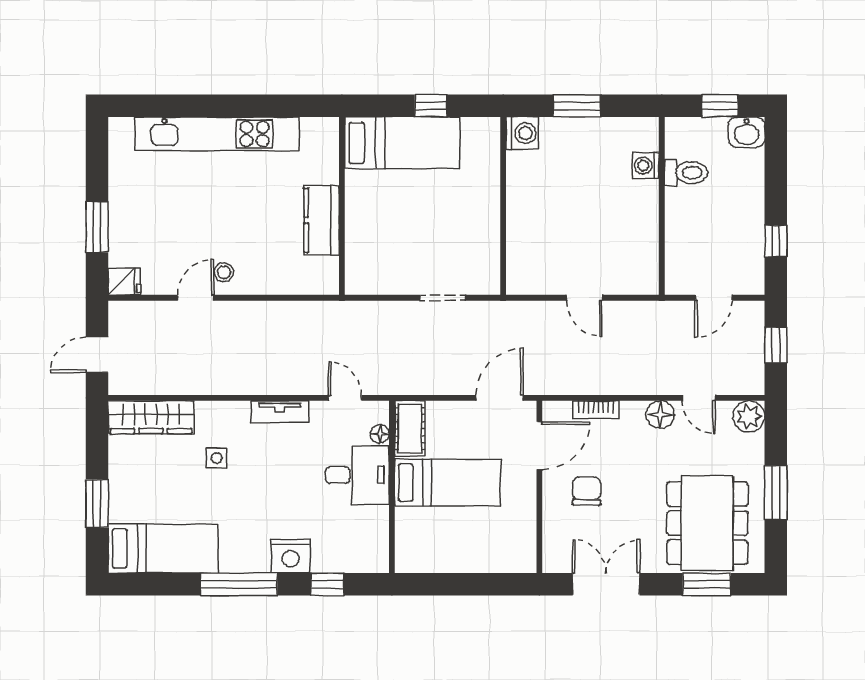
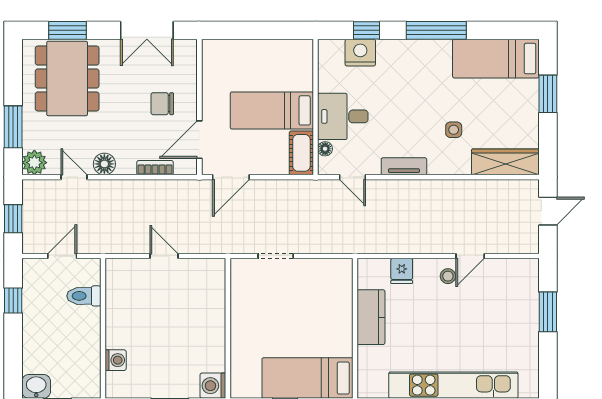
toilet: (686, 173) -> (84, 296), moved
fridge: (124, 281) -> (402, 271), moved, turned -90
chair: (587, 491) -> (162, 104), turned 90
window: (776, 493) -> (13, 127), moved
nightstand: (291, 556) -> (360, 53), moved

